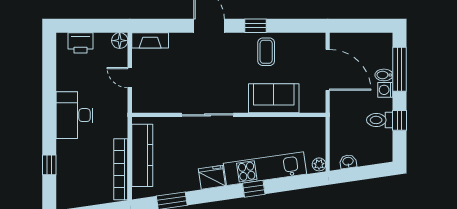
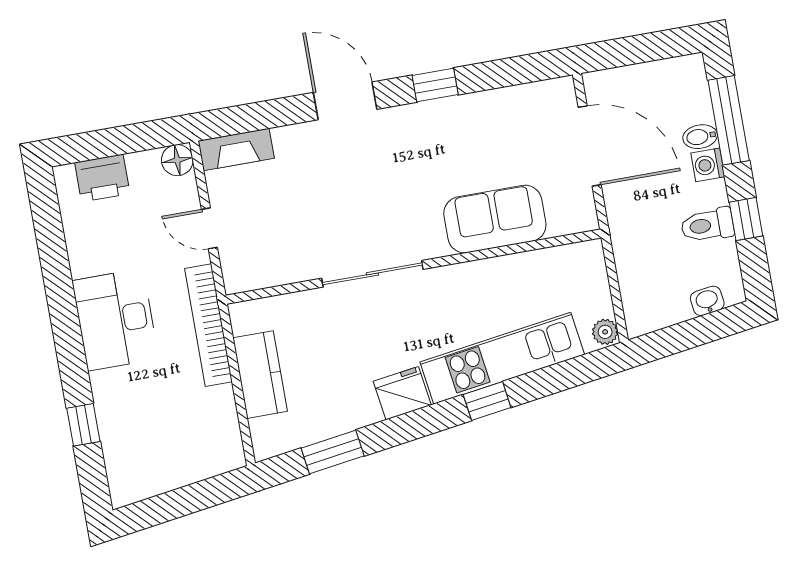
coffee table: (266, 52) -> (464, 132), removed
kitchen counter: (142, 155) -> (260, 375), width x0.67
washbasin: (348, 162) -> (707, 301), moved
bookcase: (121, 169) -> (208, 325), moved

